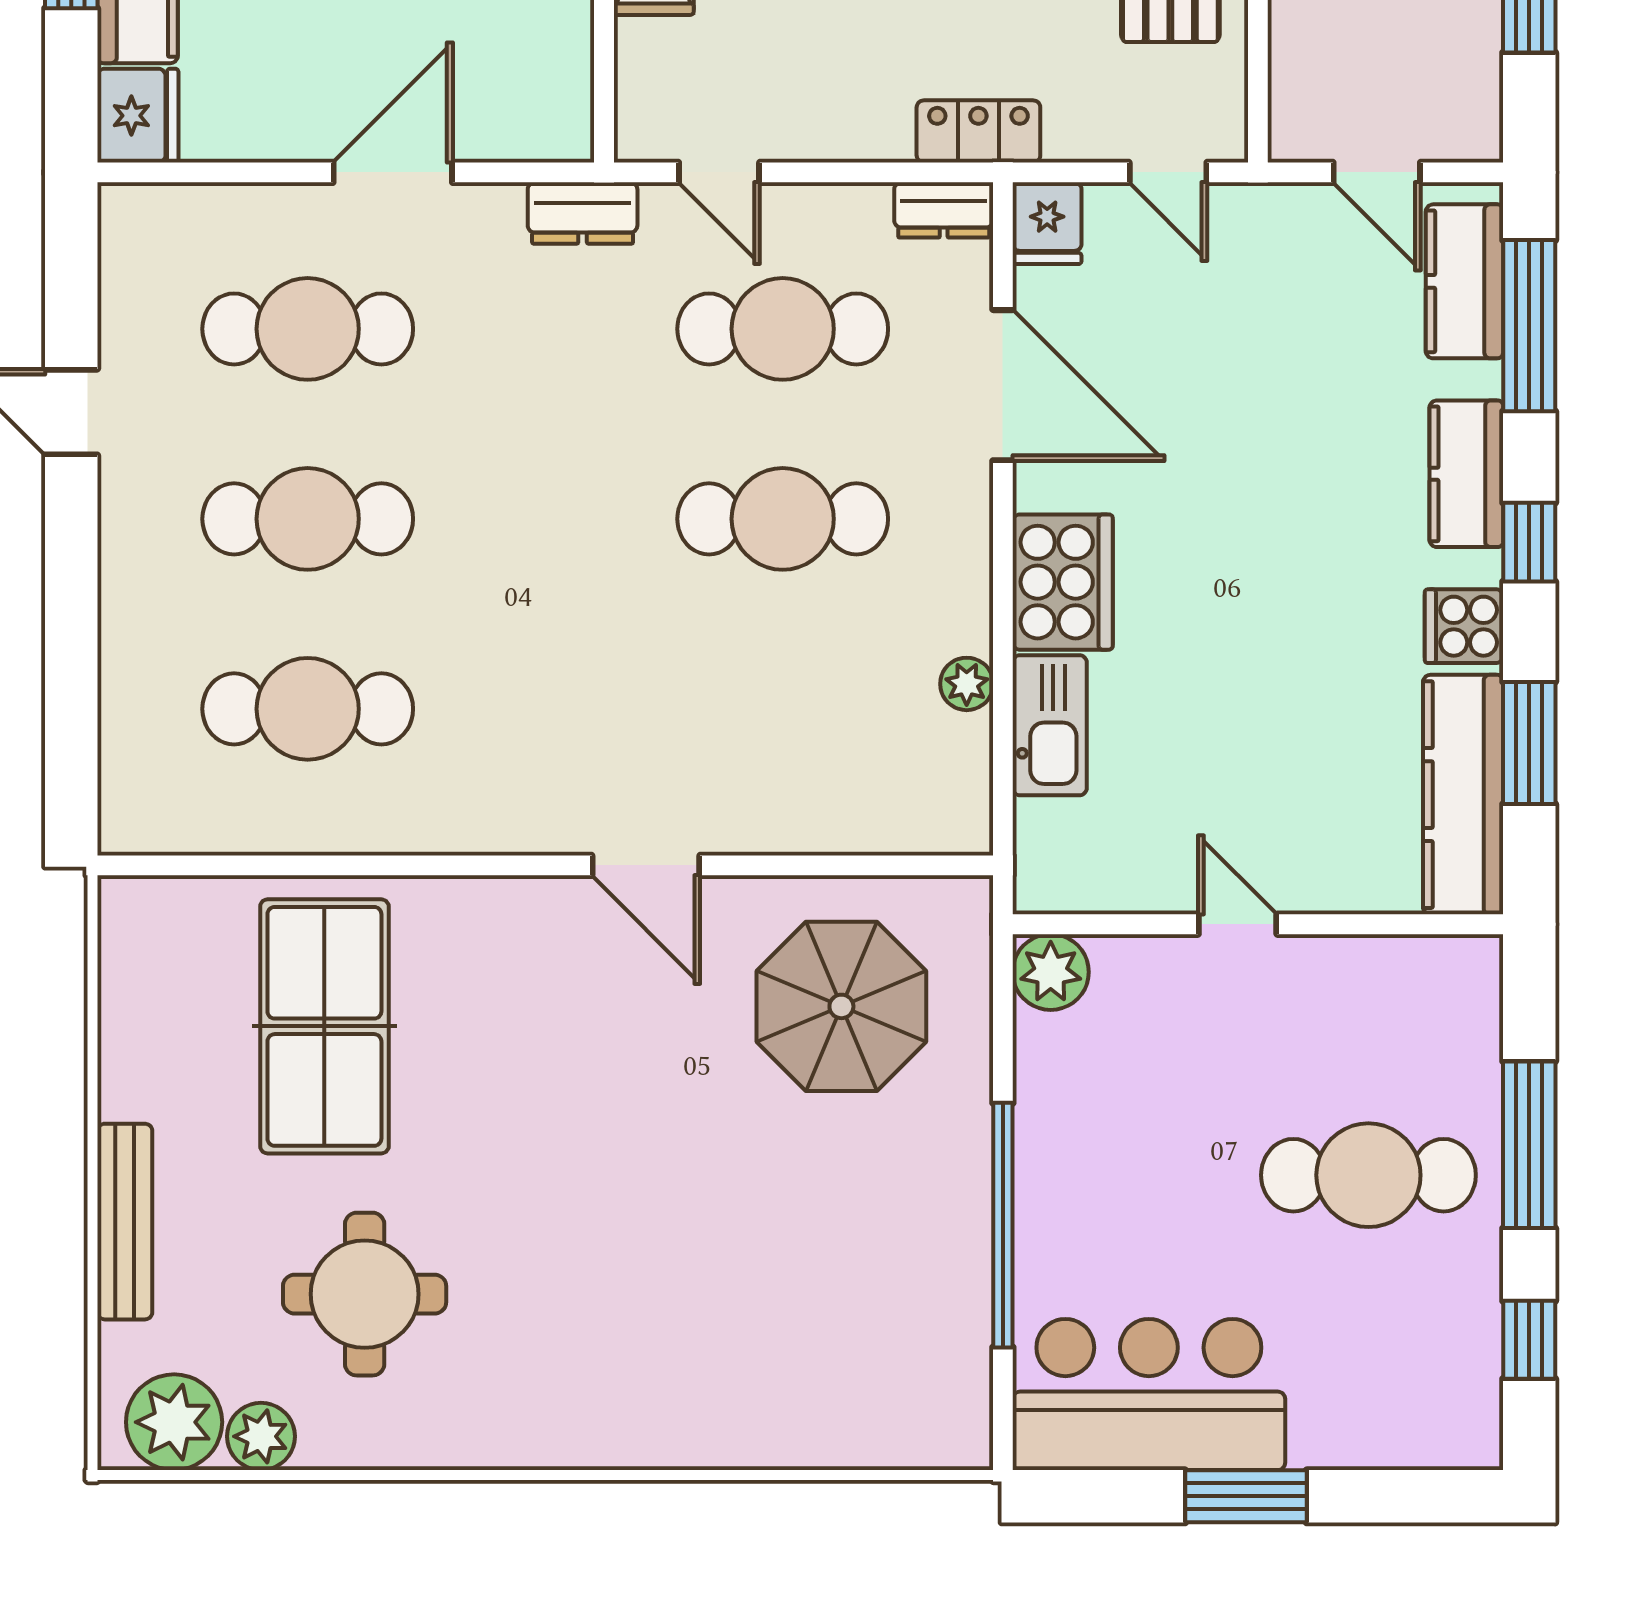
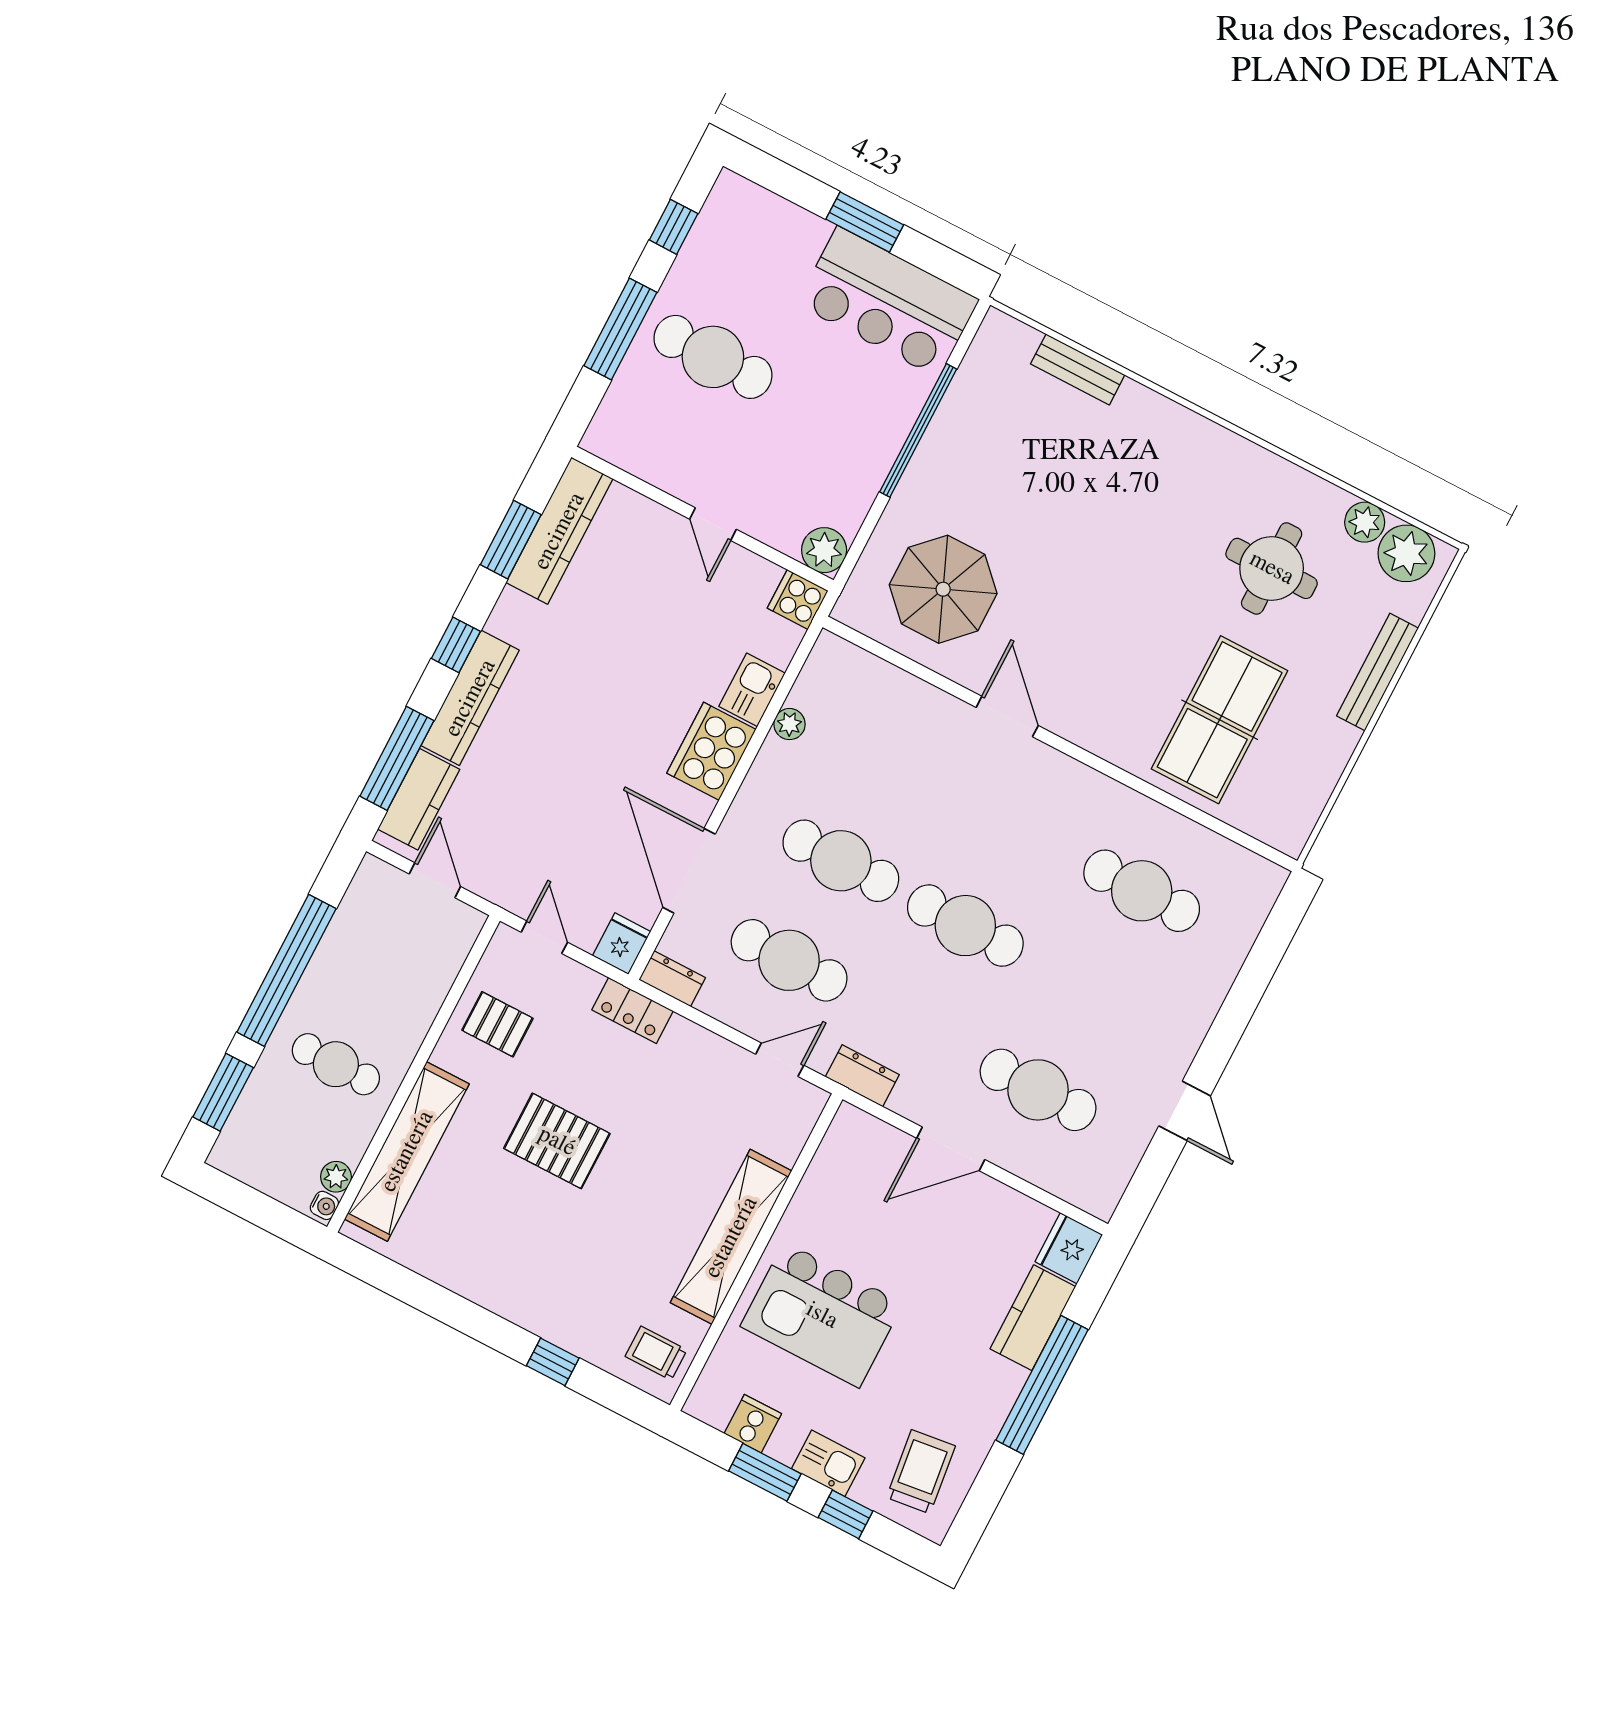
door: (719, 172) -> (780, 1060), hinge flipped
kitchen counter: (1466, 474) -> (470, 698), width x1.50
cafe table: (308, 519) -> (965, 926), moved
cooker: (1464, 626) -> (798, 599), moved, turned 180
kitchen sink: (1050, 725) -> (752, 690), width x0.73
bench: (811, 1441) -> (1078, 369), added

